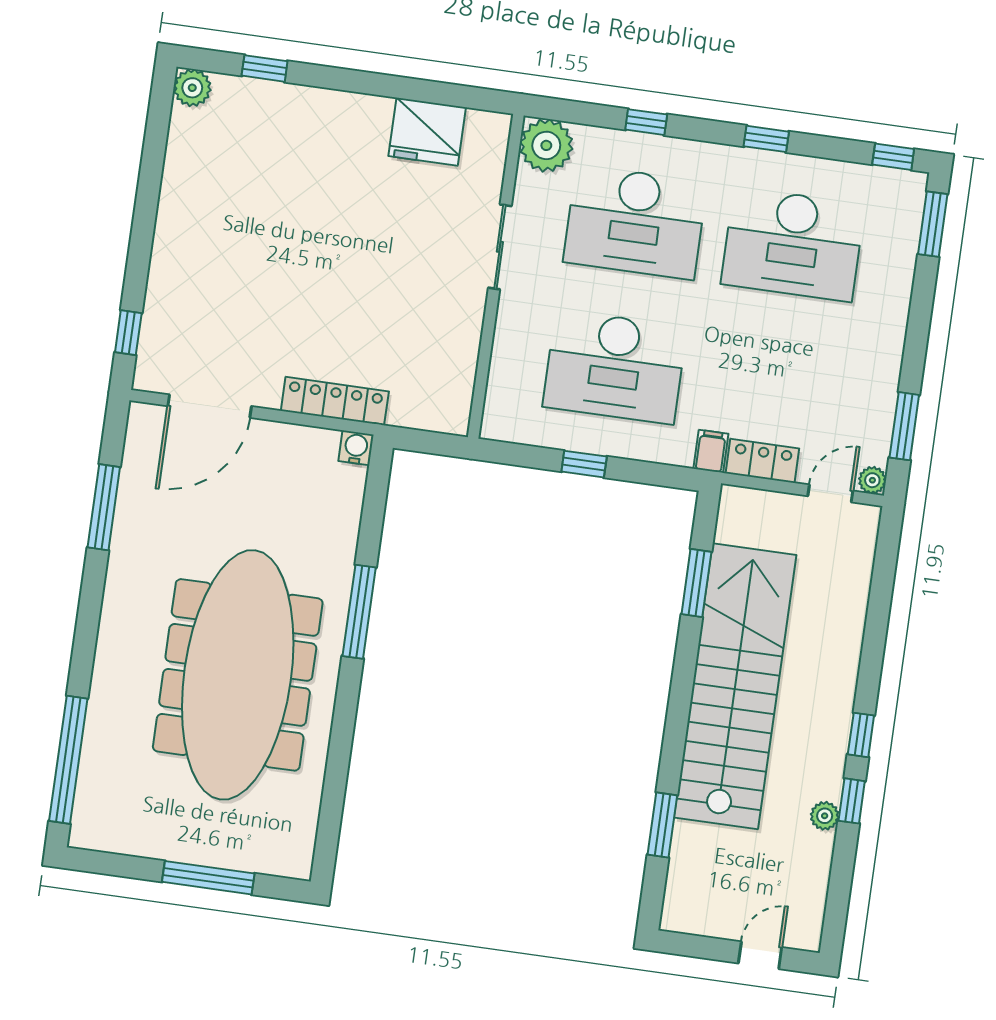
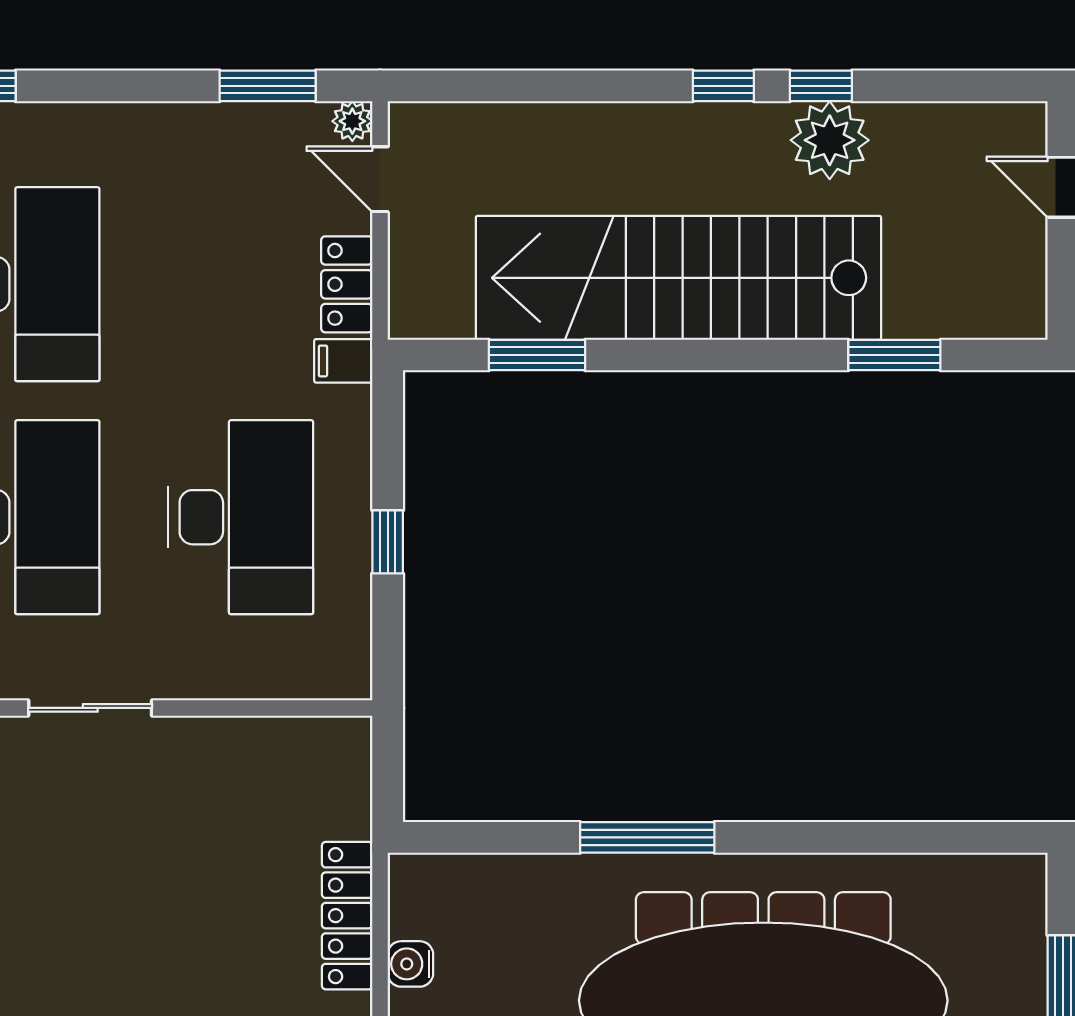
water cooler: (356, 448) -> (410, 964), moved
plant: (825, 816) -> (830, 140), width x1.88, depth x1.88

